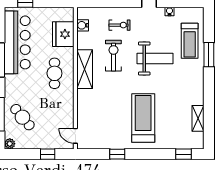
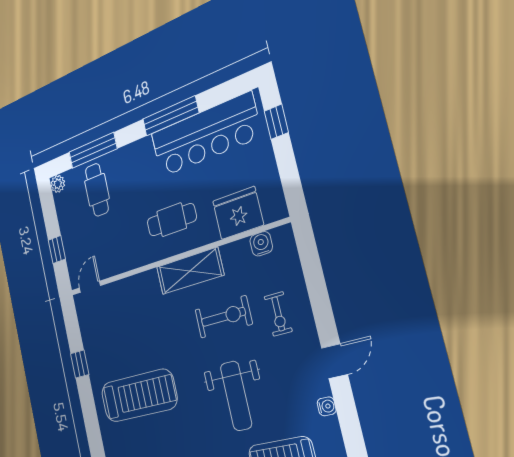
cafe table: (22, 117) -> (97, 190), turned -50

